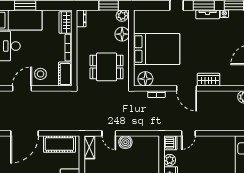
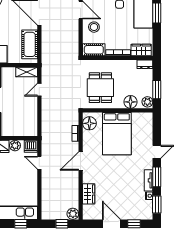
wardrobe: (209, 80) -> (89, 194), moved
boiler: (125, 142) -> (31, 105), removed

